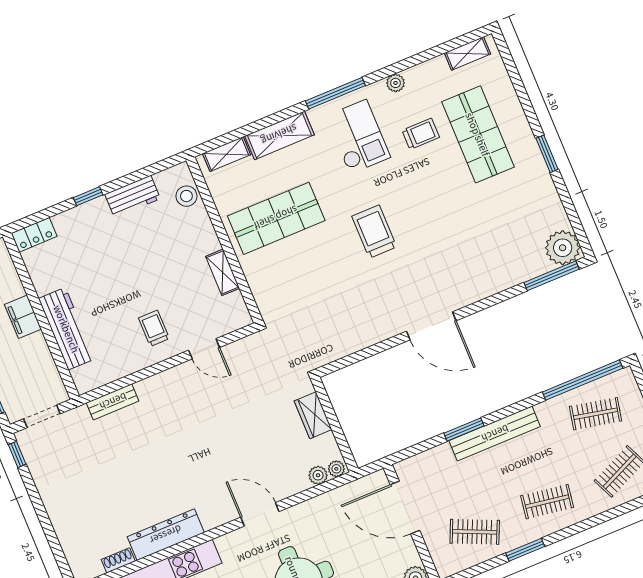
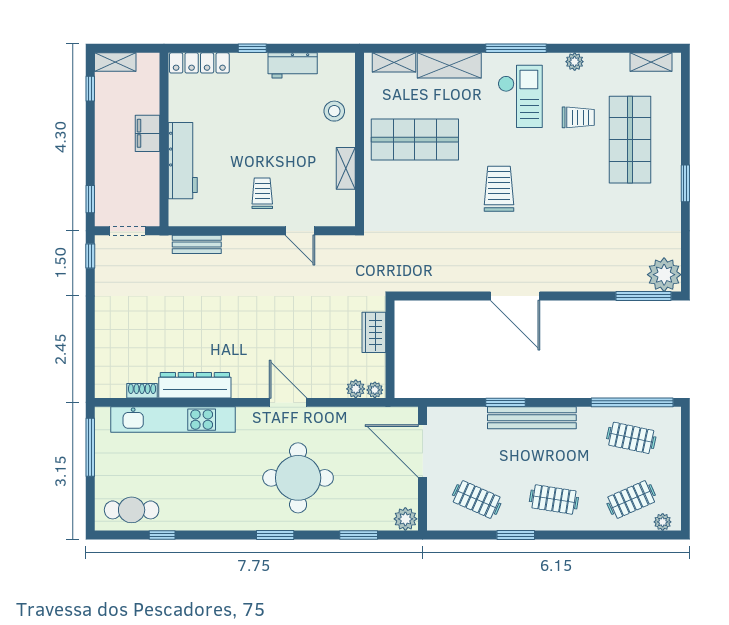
stool: (186, 196) -> (334, 111), moved
locker: (34, 235) -> (199, 63), width x1.53

